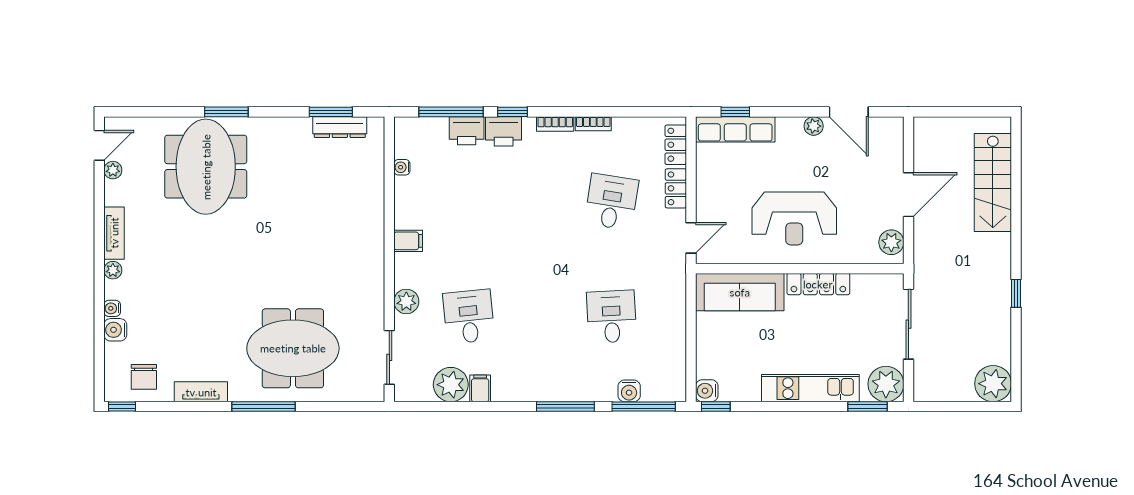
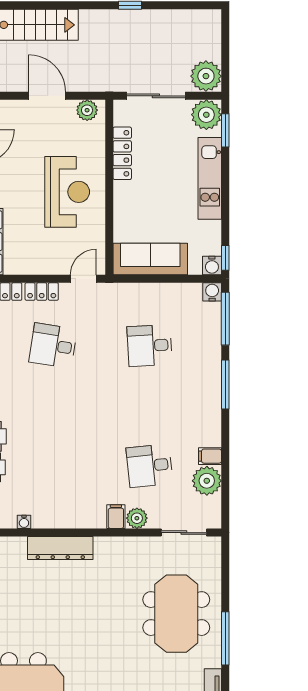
dresser: (371, 210) -> (60, 548), added
door: (691, 238) -> (83, 279), hinge flipped
filing cabinet: (408, 241) -> (116, 517), moved
locker: (818, 284) -> (122, 153), moved
sofa: (740, 292) -> (150, 259), moved, turned -90
plant: (993, 384) -> (206, 76), moved
water cooler: (629, 391) -> (212, 292), moved, turned -90

